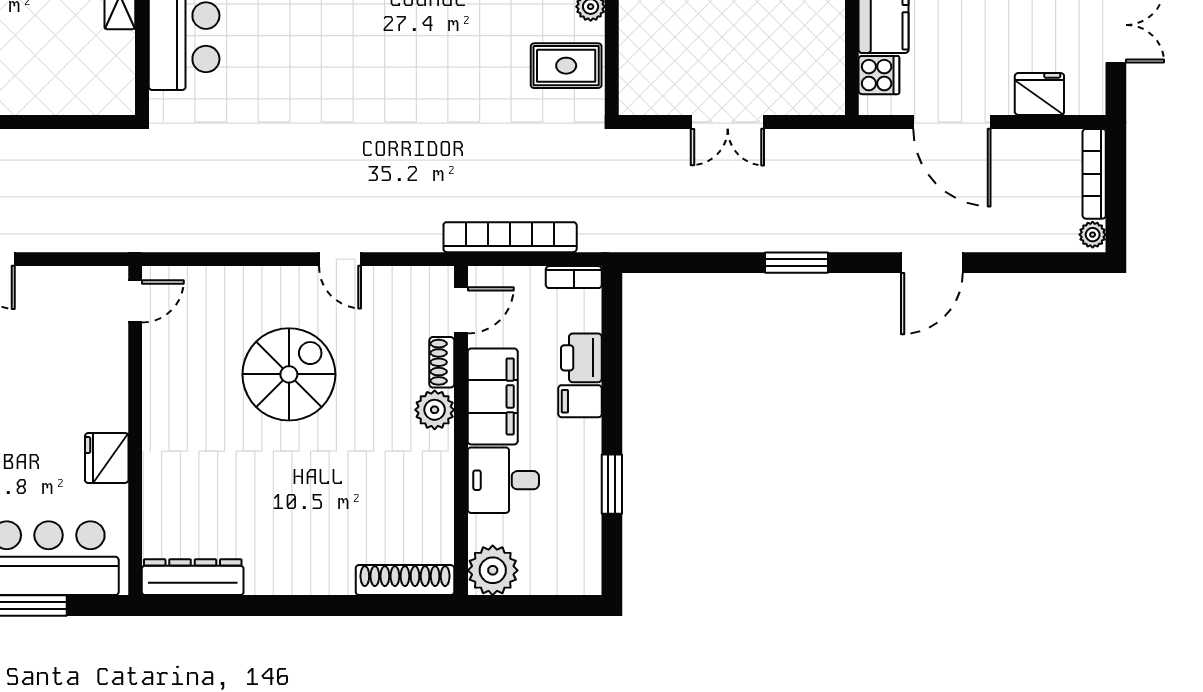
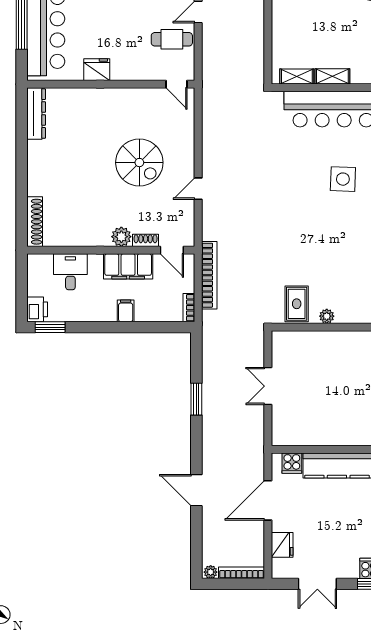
shelving: (120, 65) -> (297, 77), added
window: (797, 263) -> (196, 399), moved
cafe table: (47, 311) -> (172, 39), added
printer: (581, 358) -> (37, 309), moved, turned 90
desk: (503, 480) -> (70, 272), moved
window: (612, 484) -> (50, 327), moved
plant: (493, 570) -> (40, 266), removed

